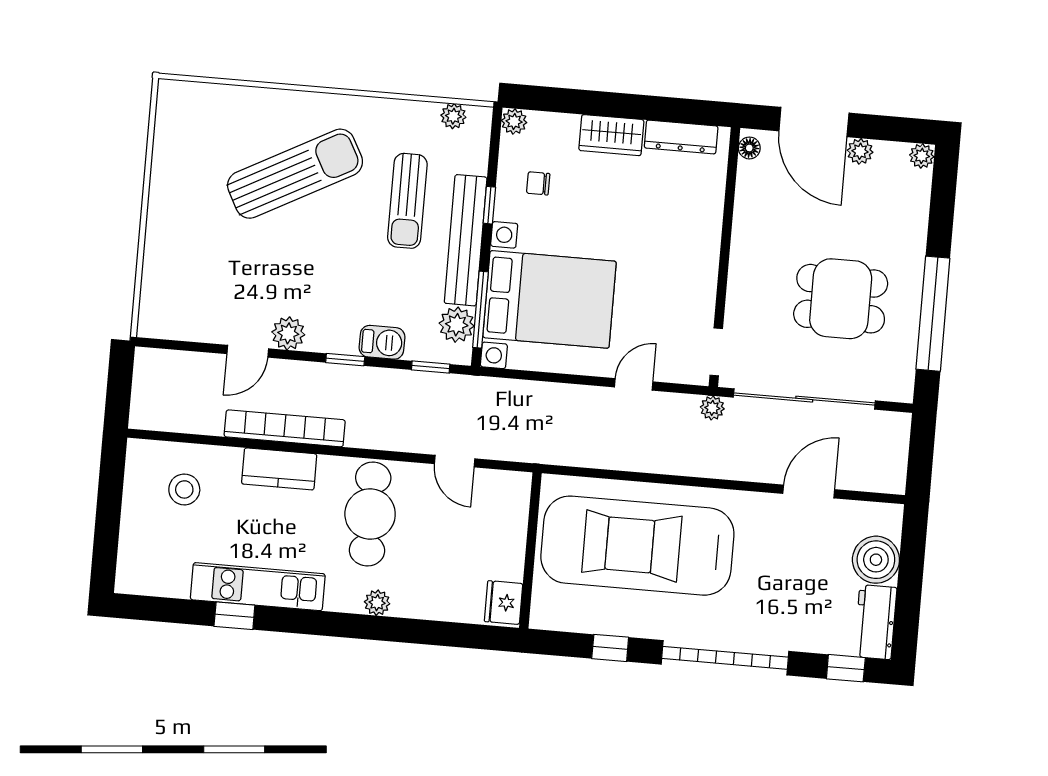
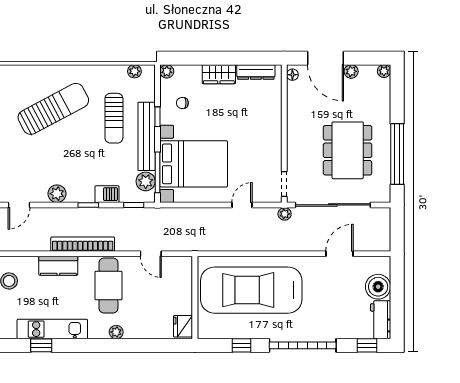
dining table: (841, 299) -> (348, 150), width x1.37
door: (248, 351) -> (19, 205), moved
bookcase: (285, 428) -> (83, 244), moved

